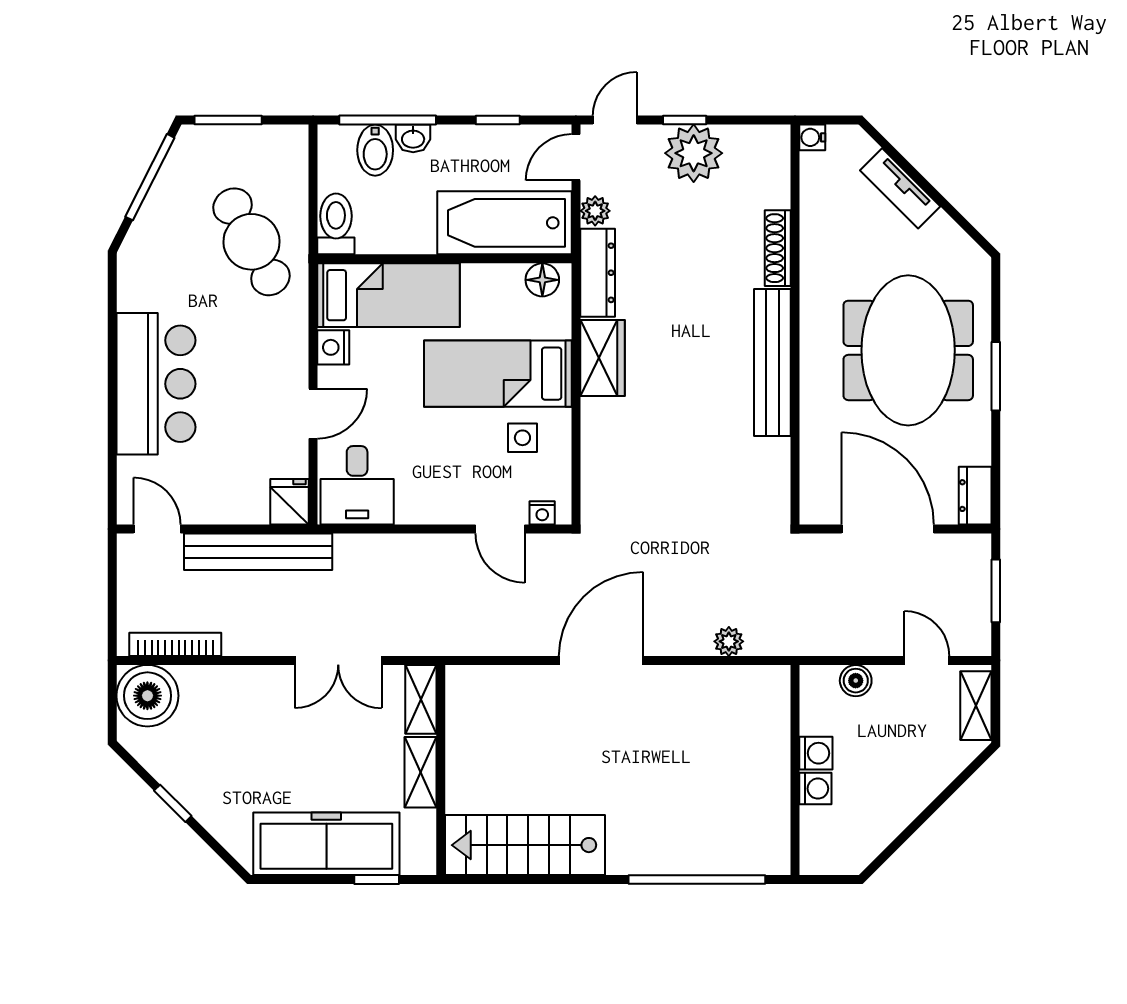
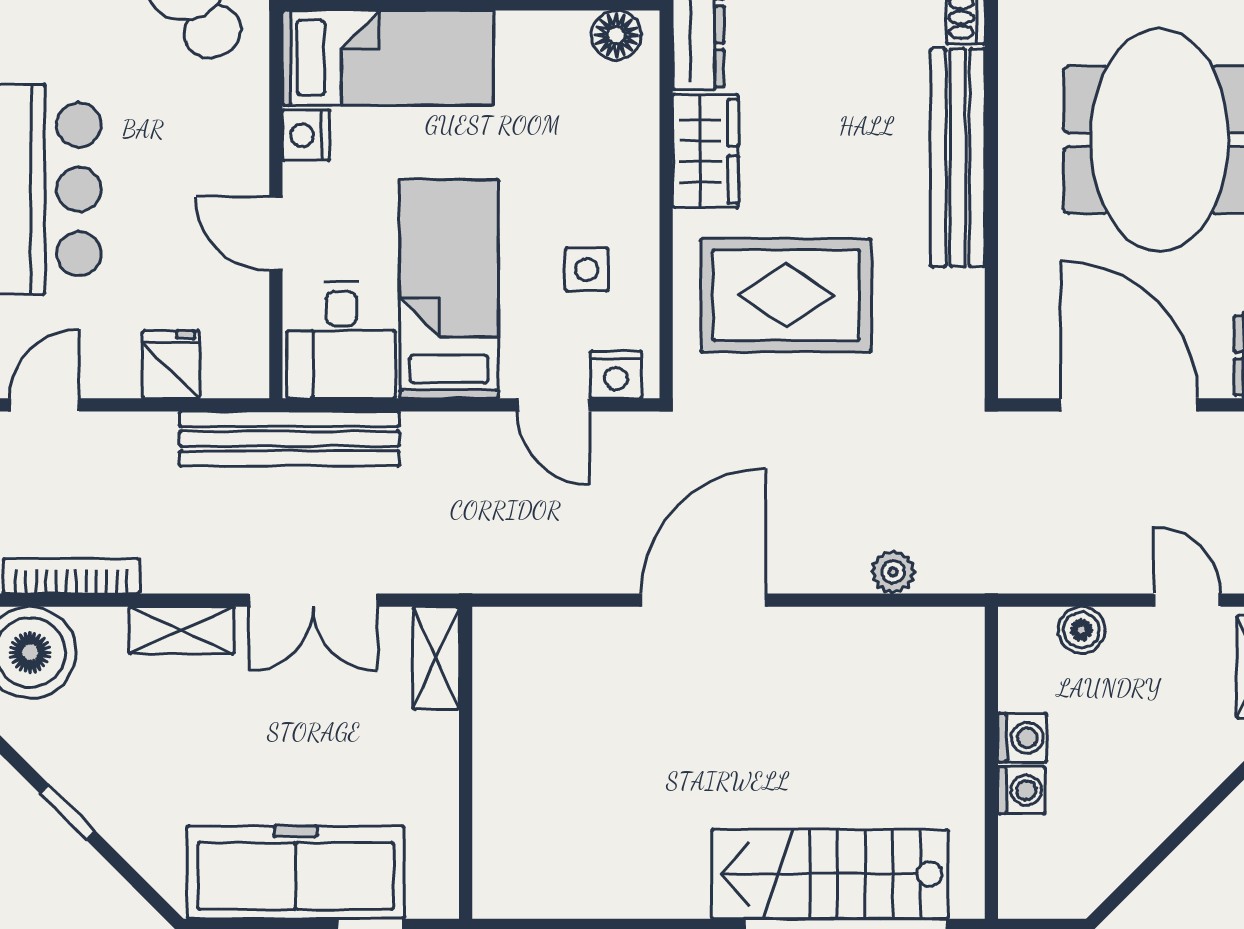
bed: (498, 374) -> (449, 289), moved, turned 90
door: (313, 414) -> (276, 234), swing flipped
rug: (657, 455) -> (786, 295), added
fridge: (289, 502) -> (171, 364), moved
nightstand: (542, 513) -> (616, 375), width x1.39, depth x1.35
door: (157, 529) -> (44, 405), hinge flipped
bench: (258, 552) -> (289, 439), moved
shelving: (421, 772) -> (182, 630), moved, turned 90
stairs: (525, 845) -> (830, 874), moved

